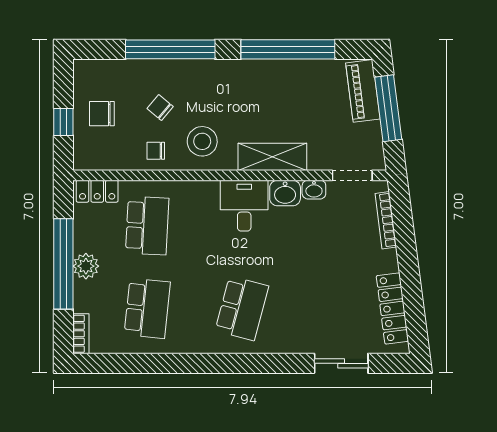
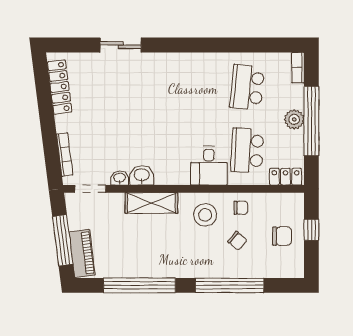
desk: (244, 206) -> (209, 166), moved
school desk: (242, 308) -> (175, 87), removed
sliding door: (341, 363) -> (121, 45), moved

